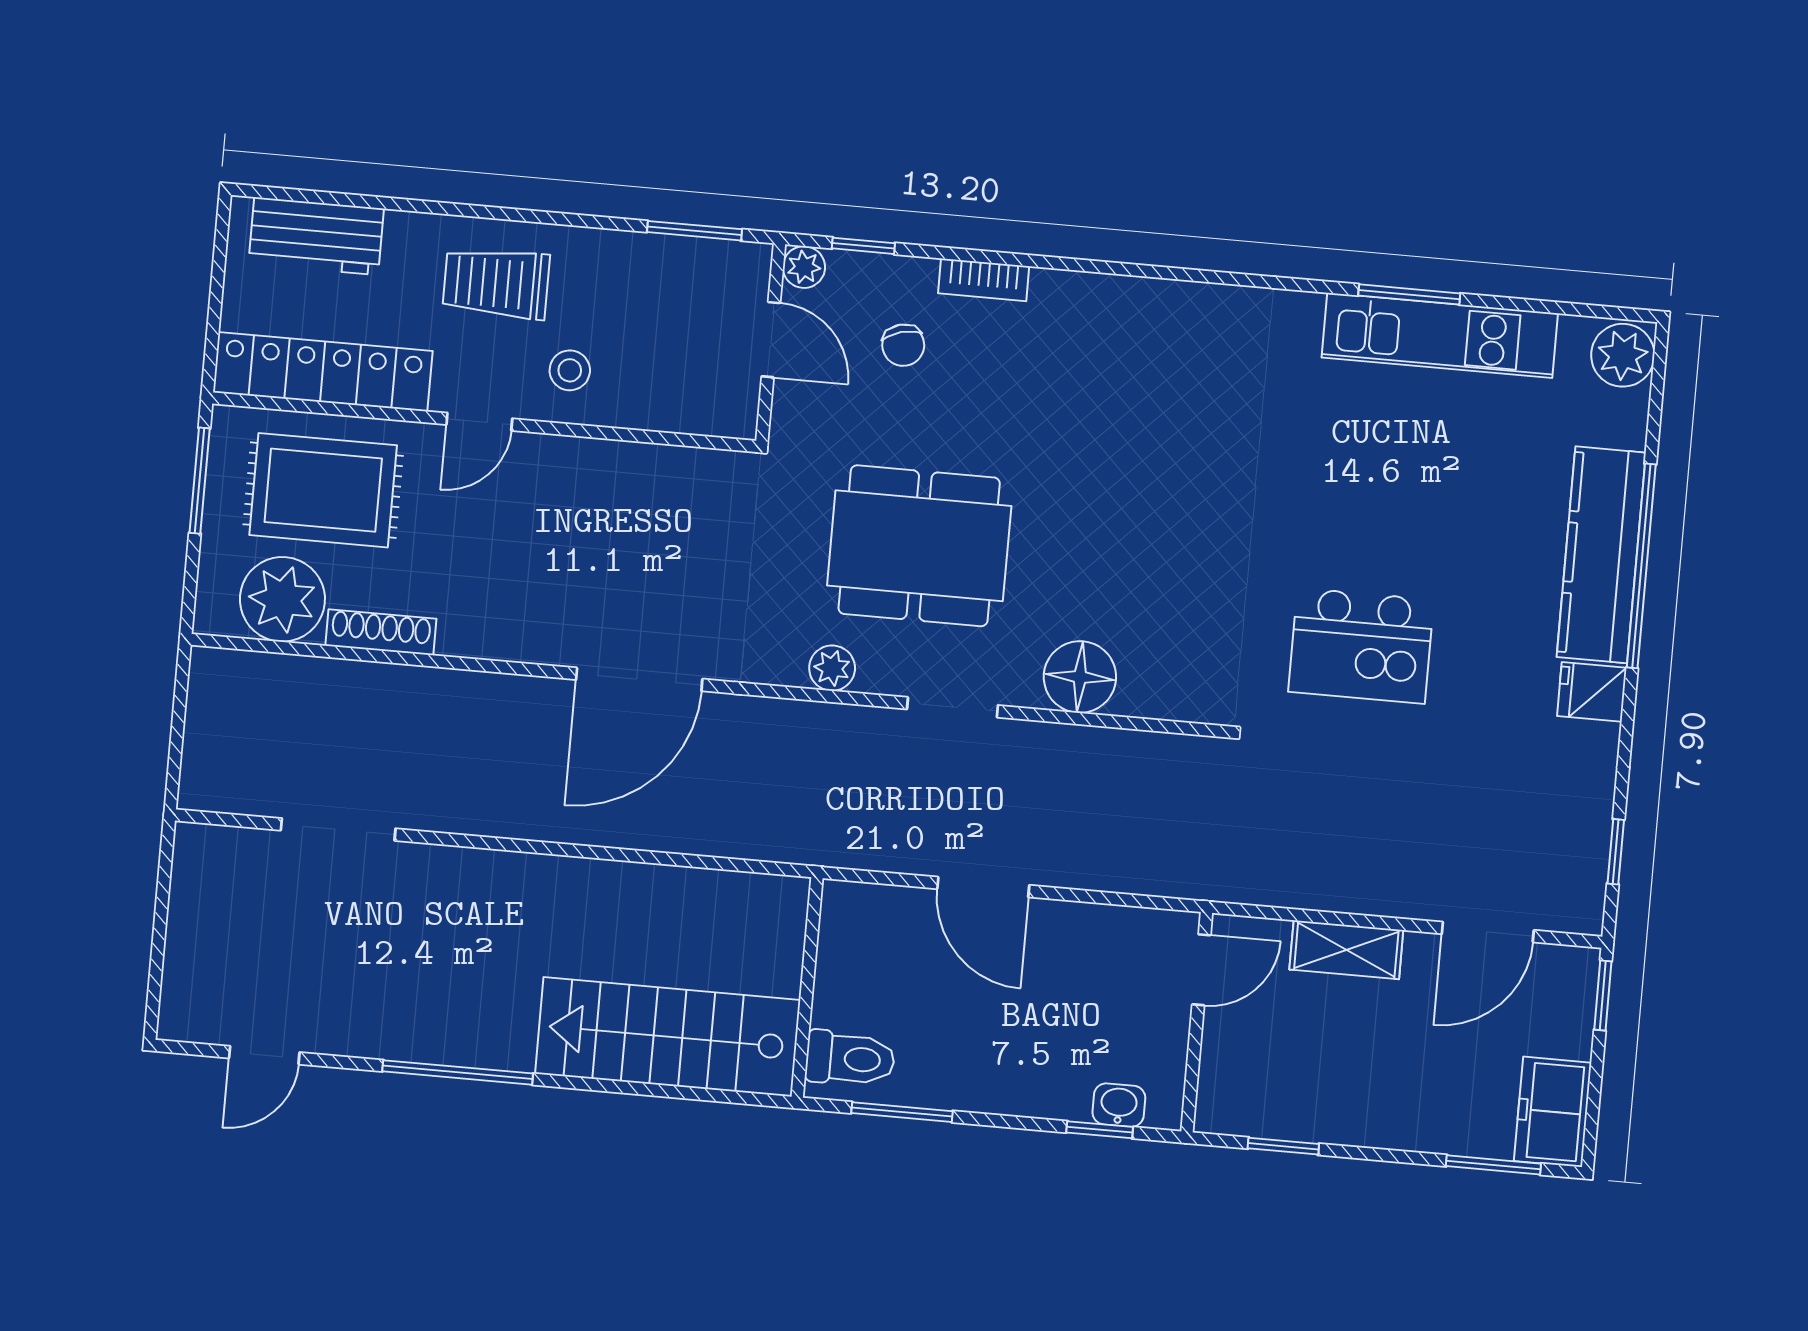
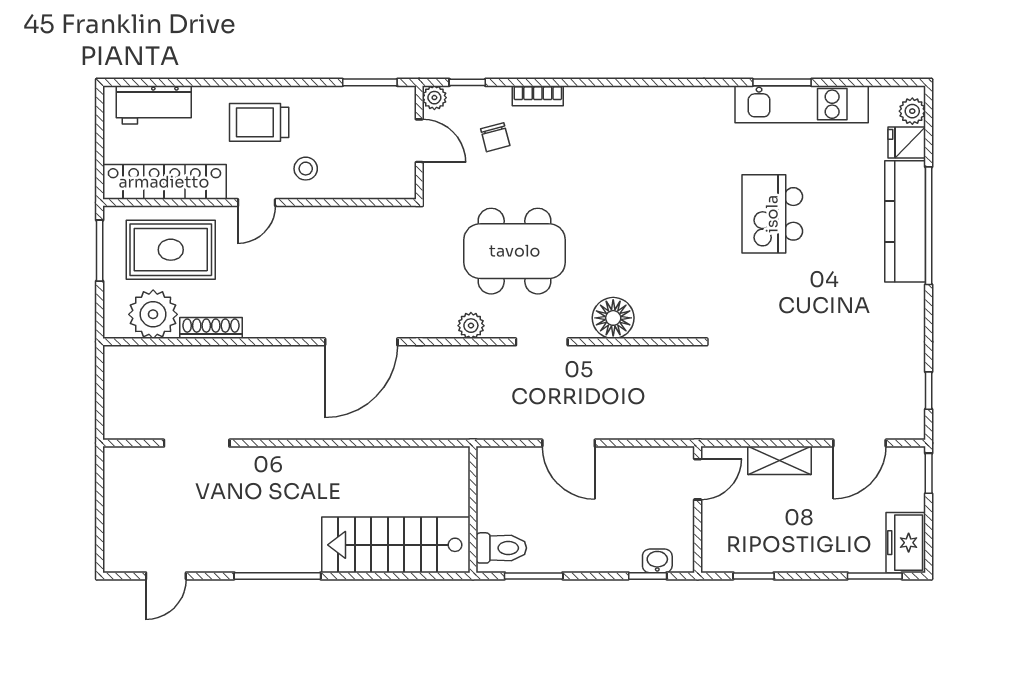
plant: (1623, 355) -> (912, 111), width x0.73, depth x0.73
kitchen island: (1361, 646) -> (772, 214), moved, turned 90
fridge: (1592, 692) -> (907, 142), moved

